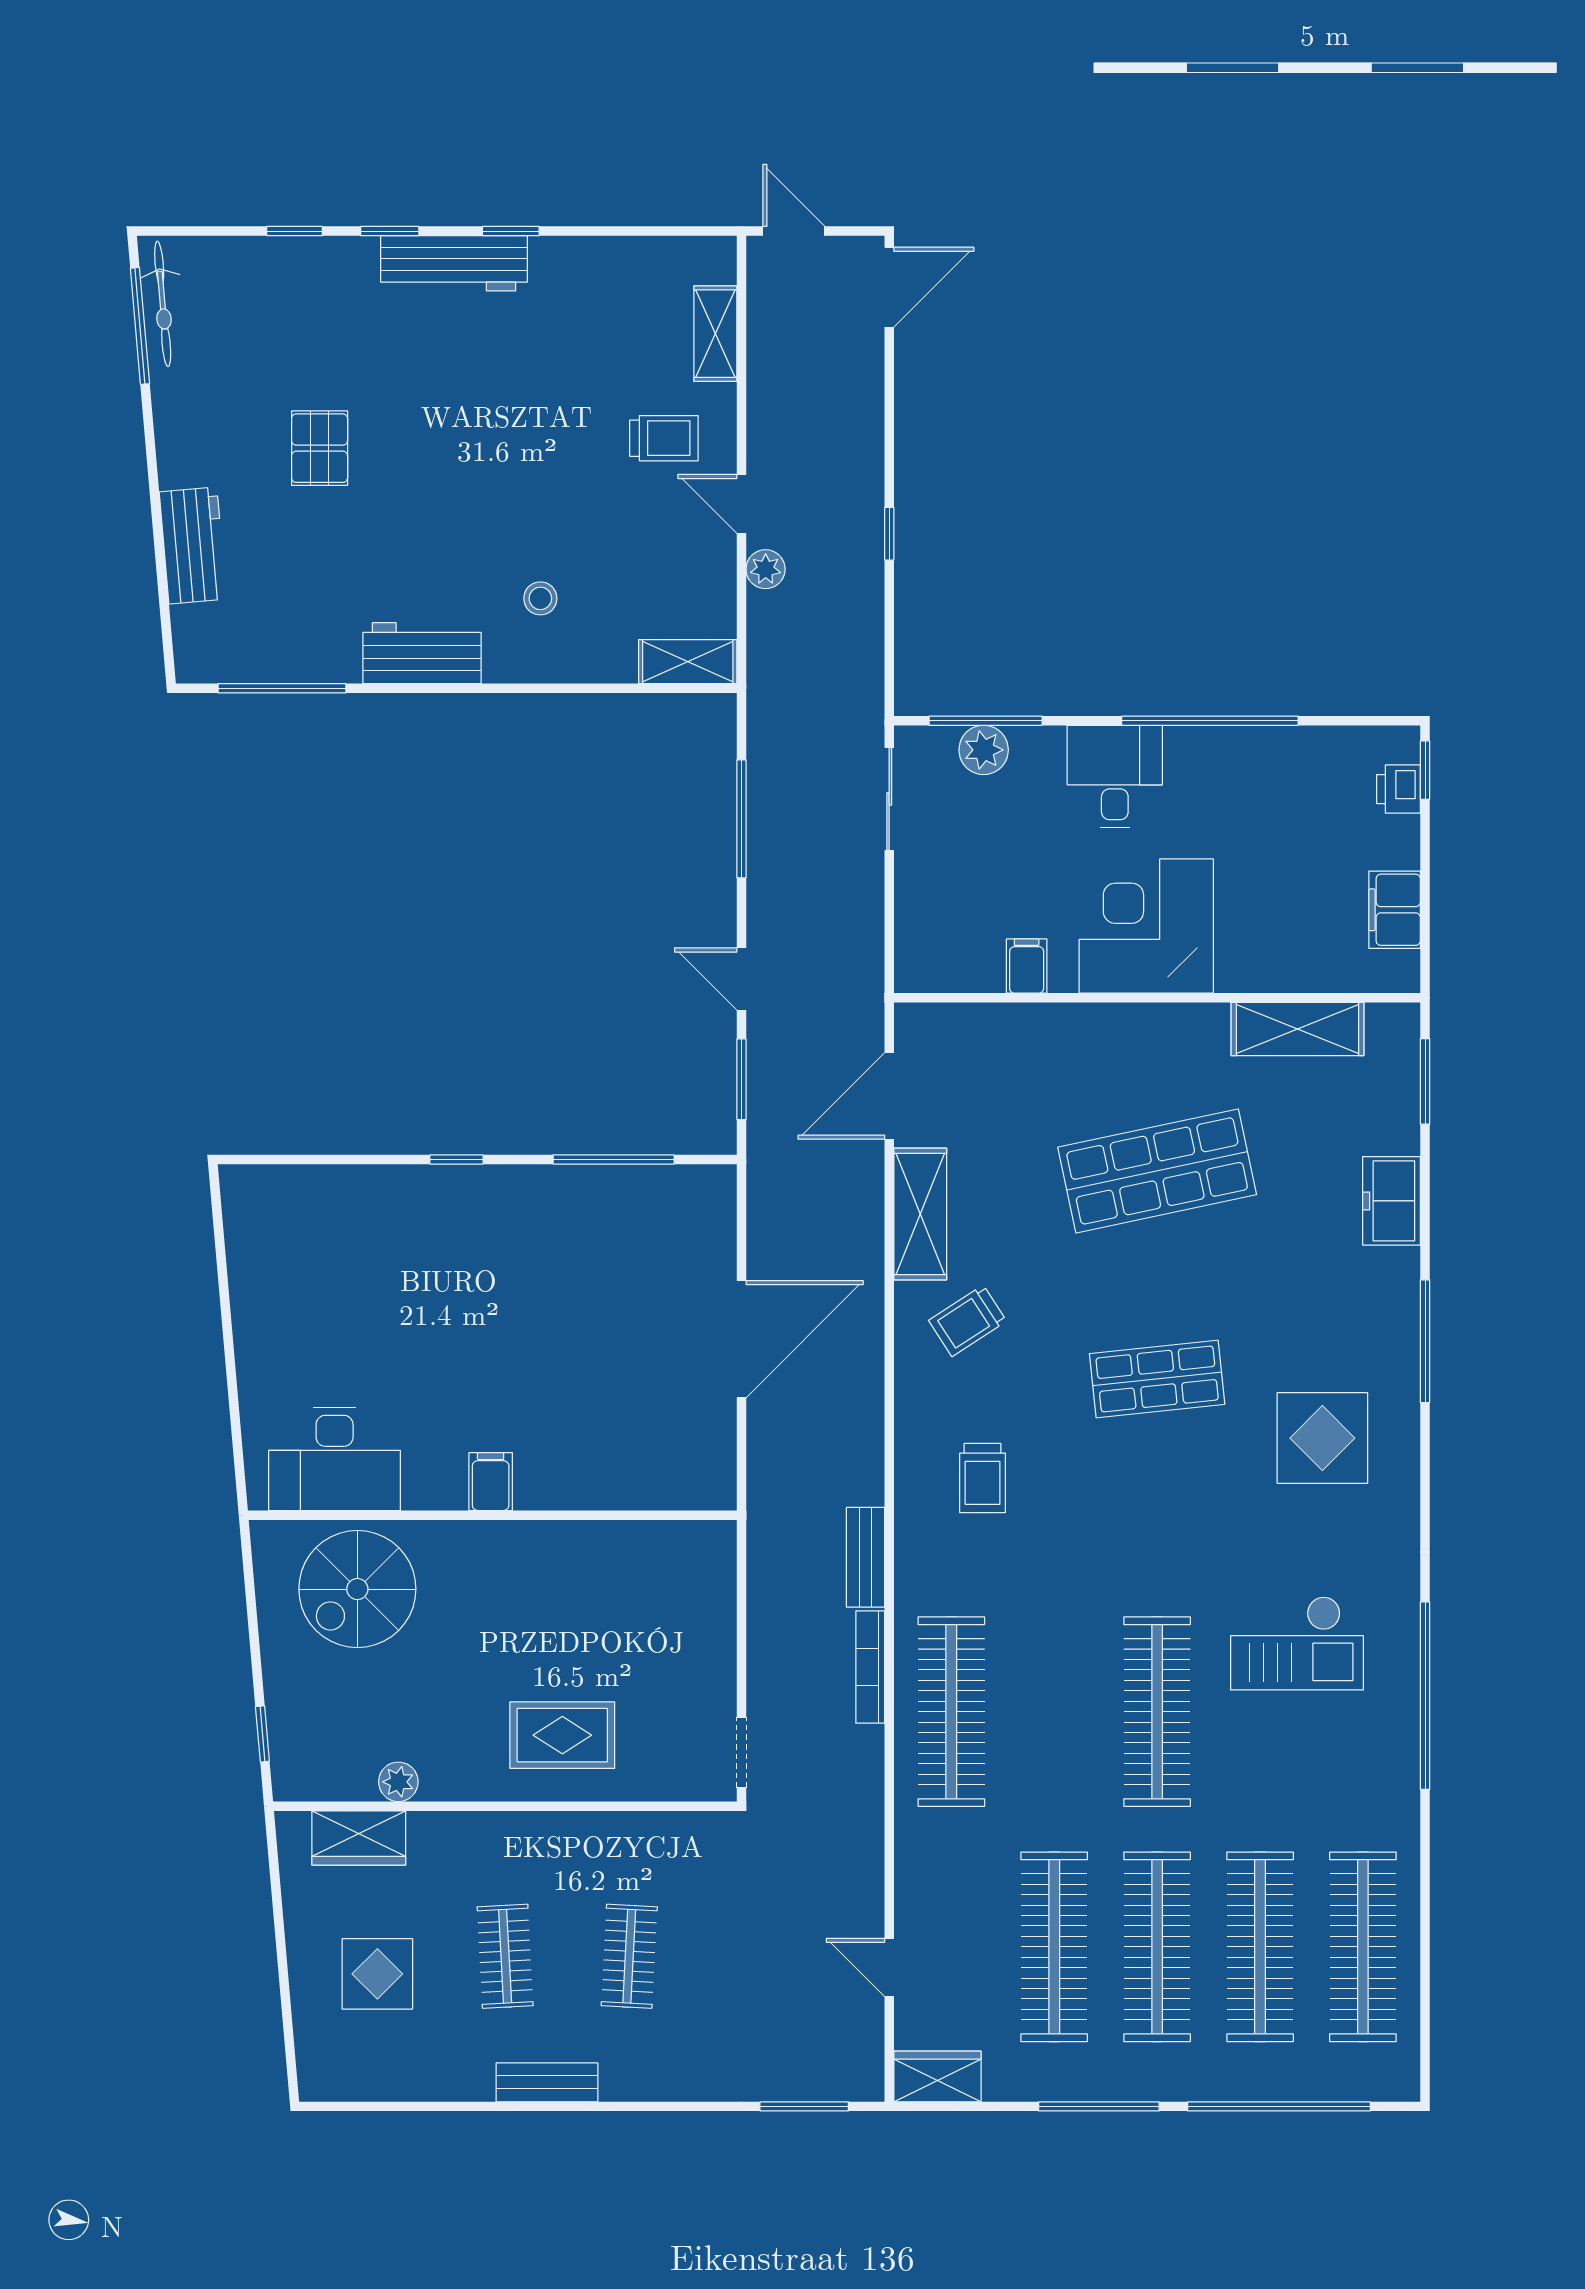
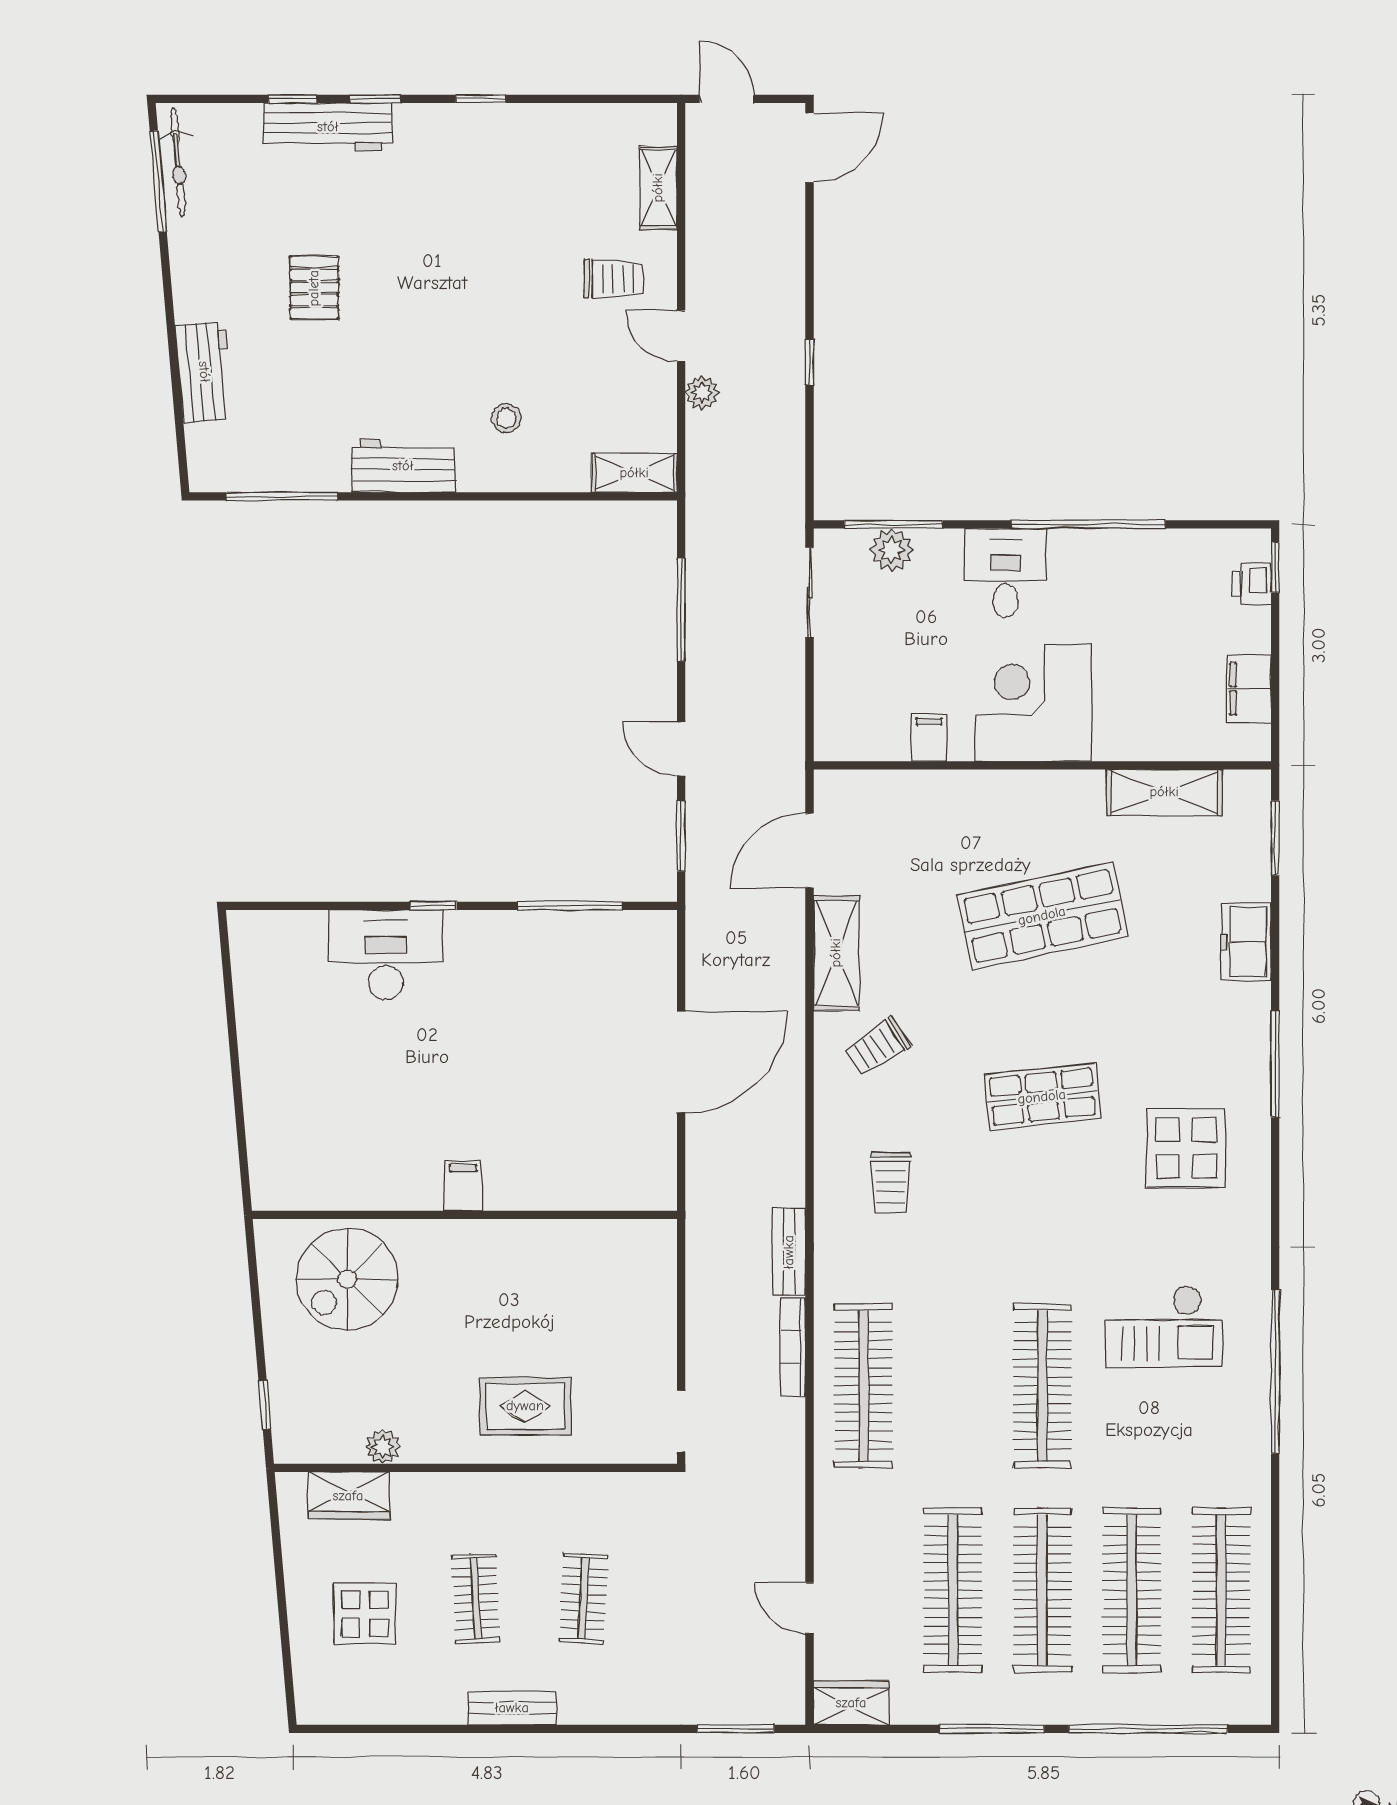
workbench: (454, 263) -> (328, 127), moved
desk: (335, 1459) -> (386, 955), moved, turned 180

